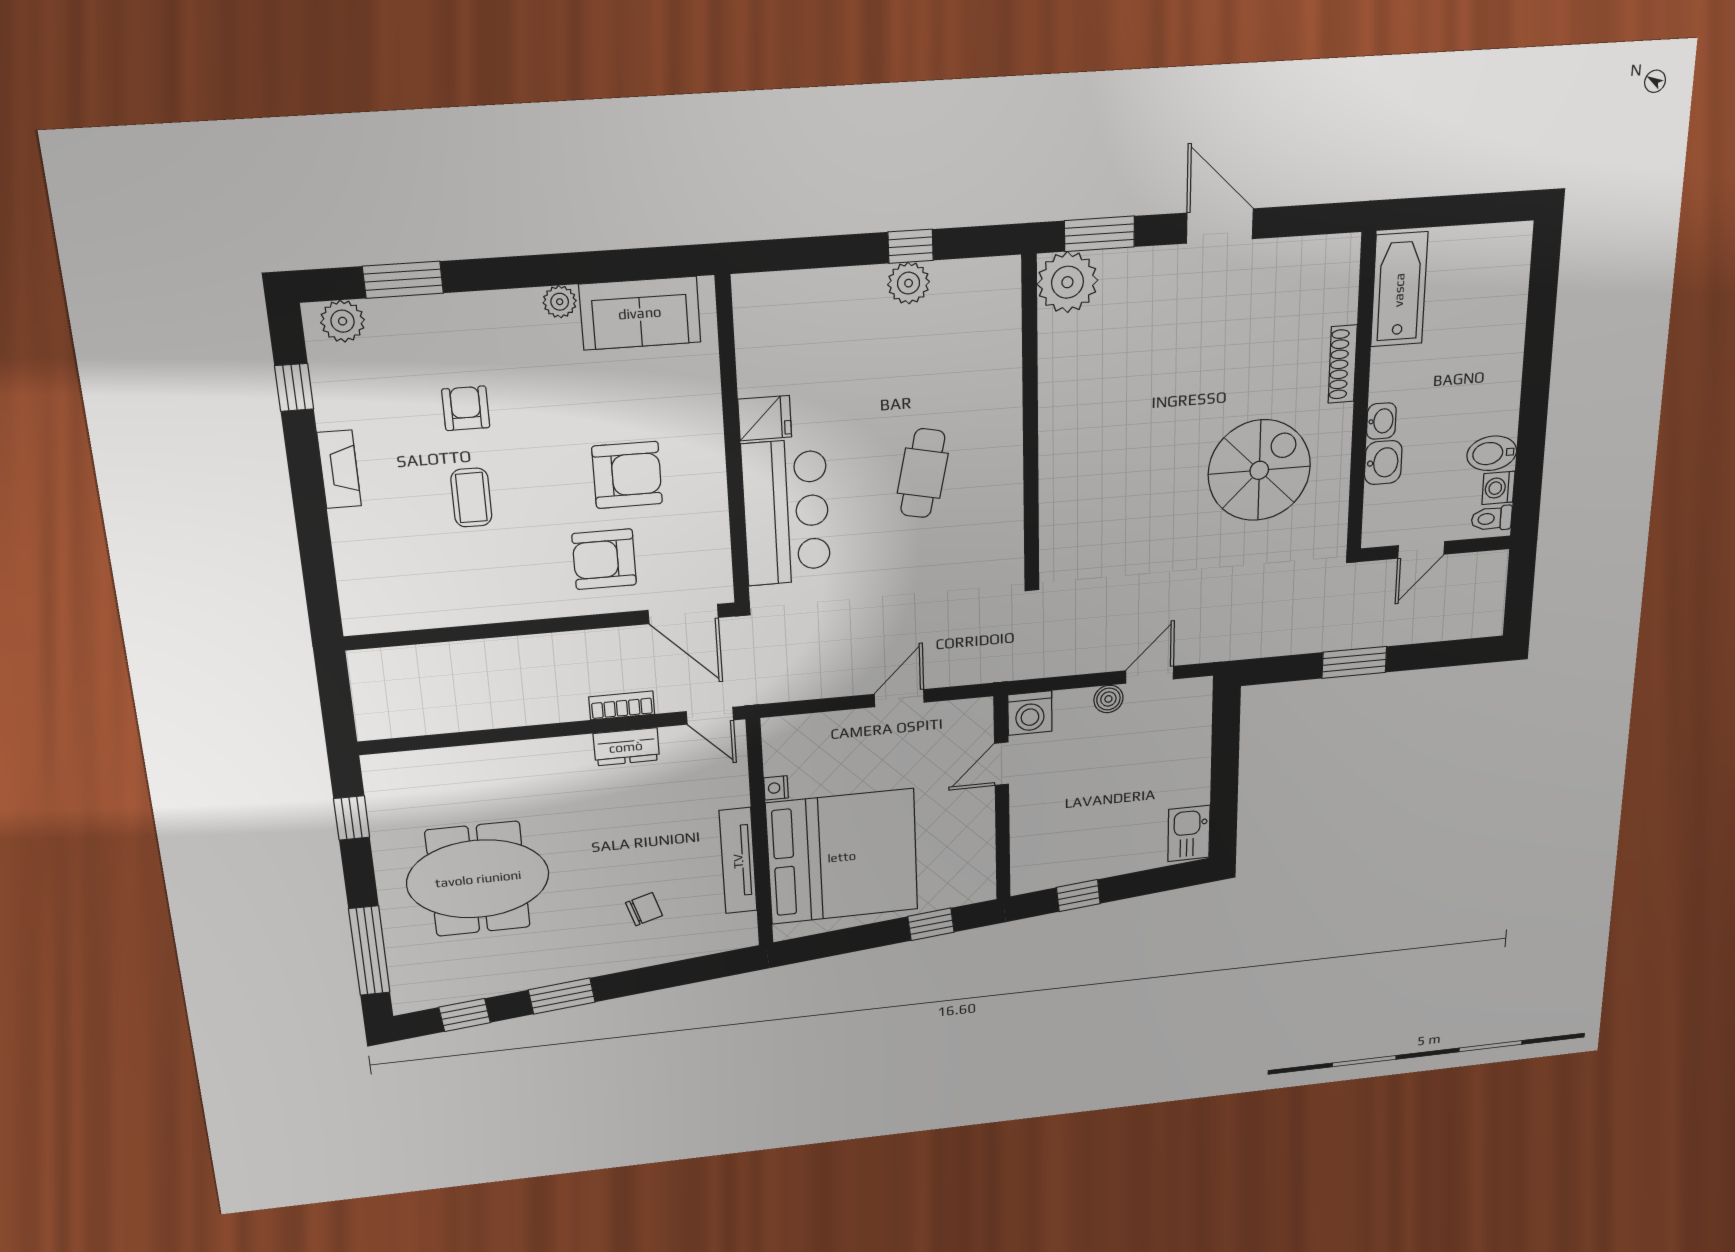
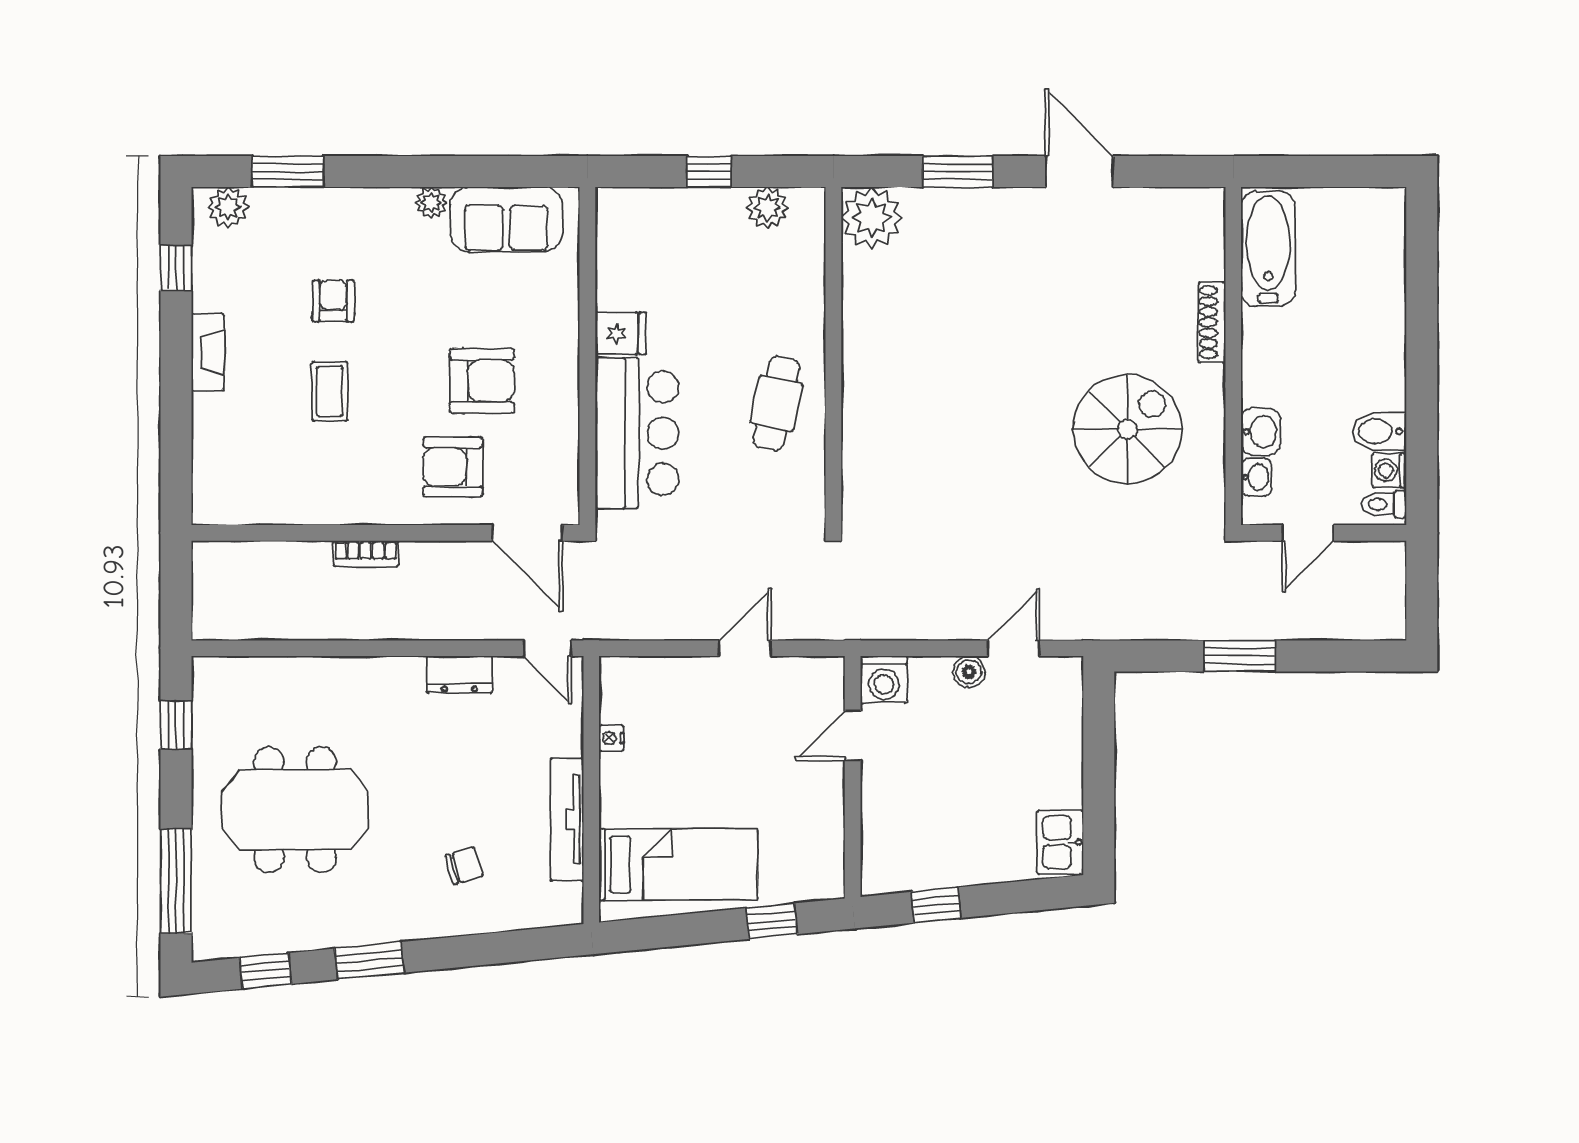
window: (911, 246) -> (709, 172), moved
plant: (1067, 282) -> (872, 218), moved
wall: (1030, 420) -> (833, 356), moved
washbasin: (1381, 421) -> (1256, 477), moved
bookcase: (622, 705) -> (366, 554), moved, turned 180
bed: (842, 857) -> (678, 864), width x0.49

